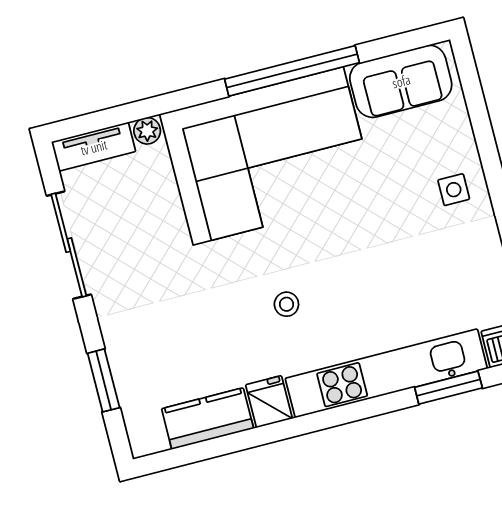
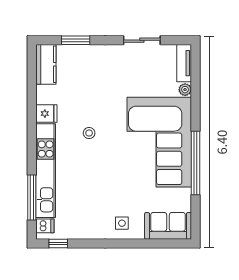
sofa: (401, 81) -> (168, 226), moved, turned 90
sliding door: (69, 245) -> (142, 40), width x0.73
window: (448, 388) -> (32, 197), width x1.44
kitchen counter: (208, 419) -> (46, 64), moved

